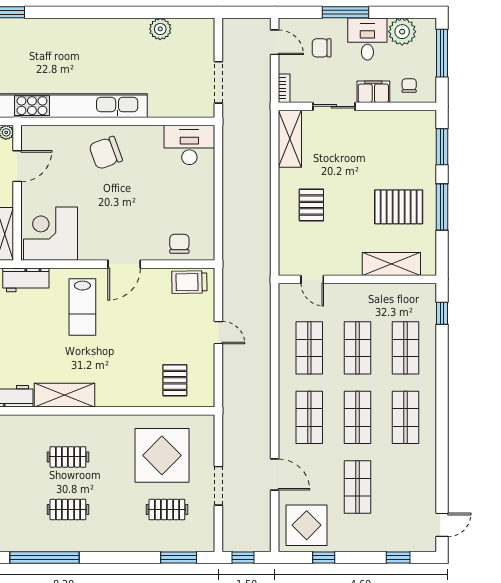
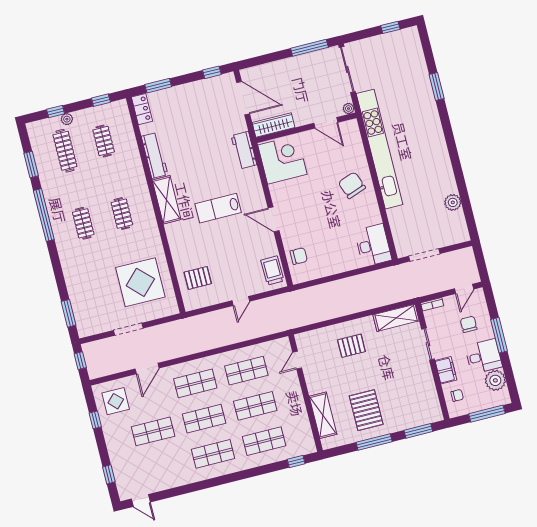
lab bench: (82, 307) -> (218, 208), moved
clothes rail: (167, 510) -> (101, 296), removed
display table: (307, 525) -> (116, 401), width x0.73, depth x0.73

